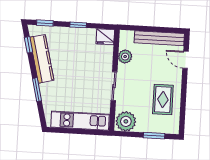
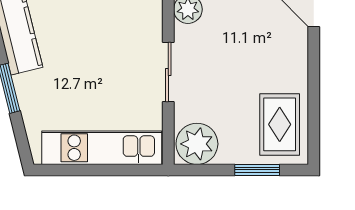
rug: (163, 100) -> (280, 124), moved

